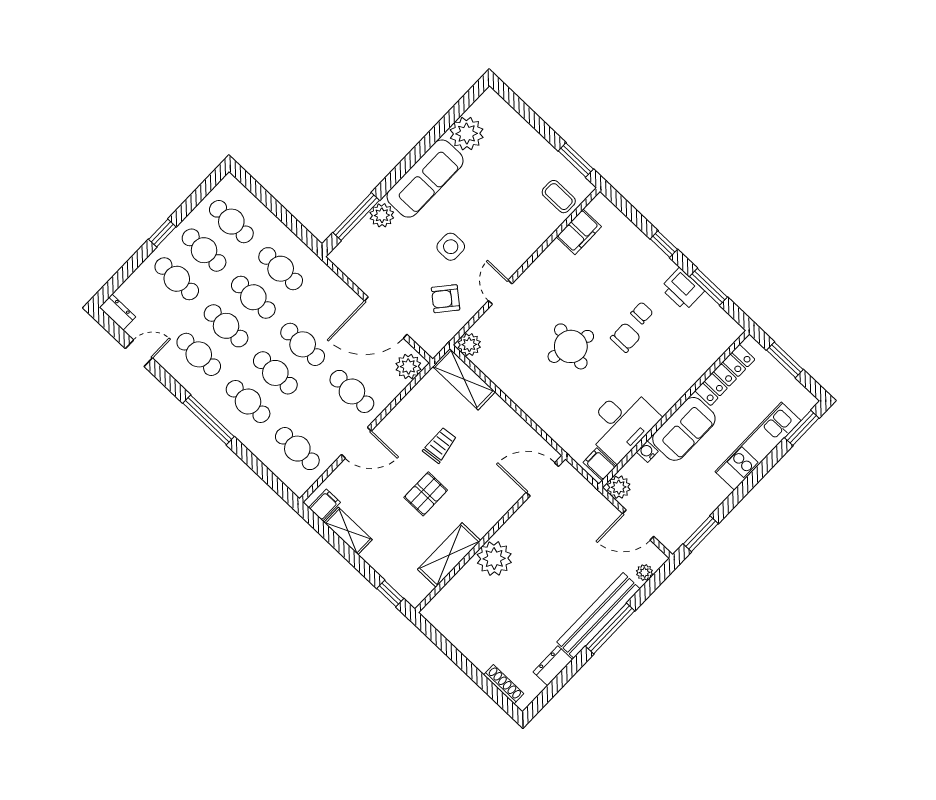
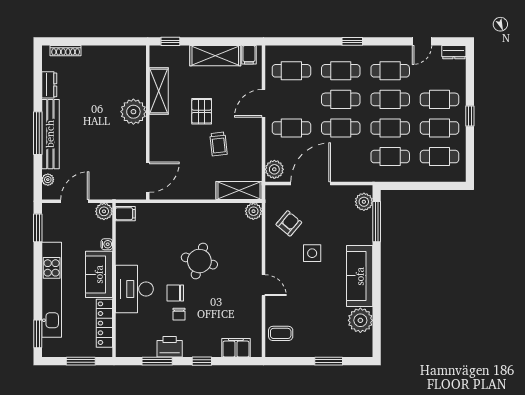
window: (576, 160) -> (329, 361), moved
plant: (382, 215) -> (364, 202), moved
filing cabinet: (579, 232) -> (236, 348), moved, turned 90
door: (500, 292) -> (263, 285), moved
chair: (625, 338) -> (175, 293), turned 90
window: (209, 420) -> (352, 41), width x0.46
desk: (622, 423) -> (134, 289), moved
kitchen unit: (758, 446) -> (52, 290), width x1.36
shelving: (348, 531) -> (215, 56), width x1.50, depth x1.33

